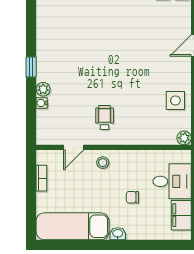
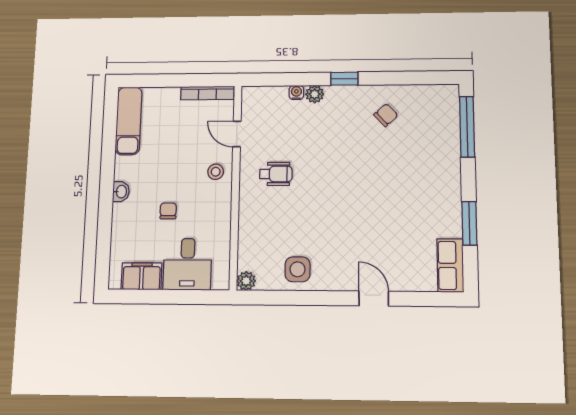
chair: (60, 36) -> (386, 115), added
bookcase: (41, 178) -> (207, 93), width x1.56
exam couch: (73, 226) -> (129, 121), width x0.73, depth x0.69

